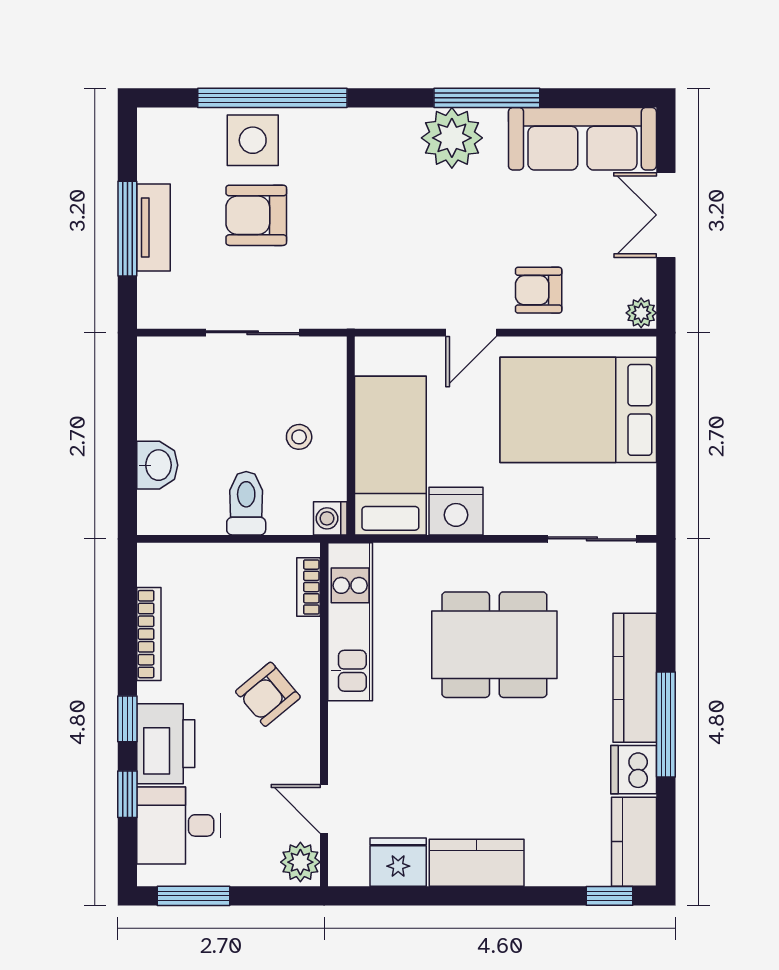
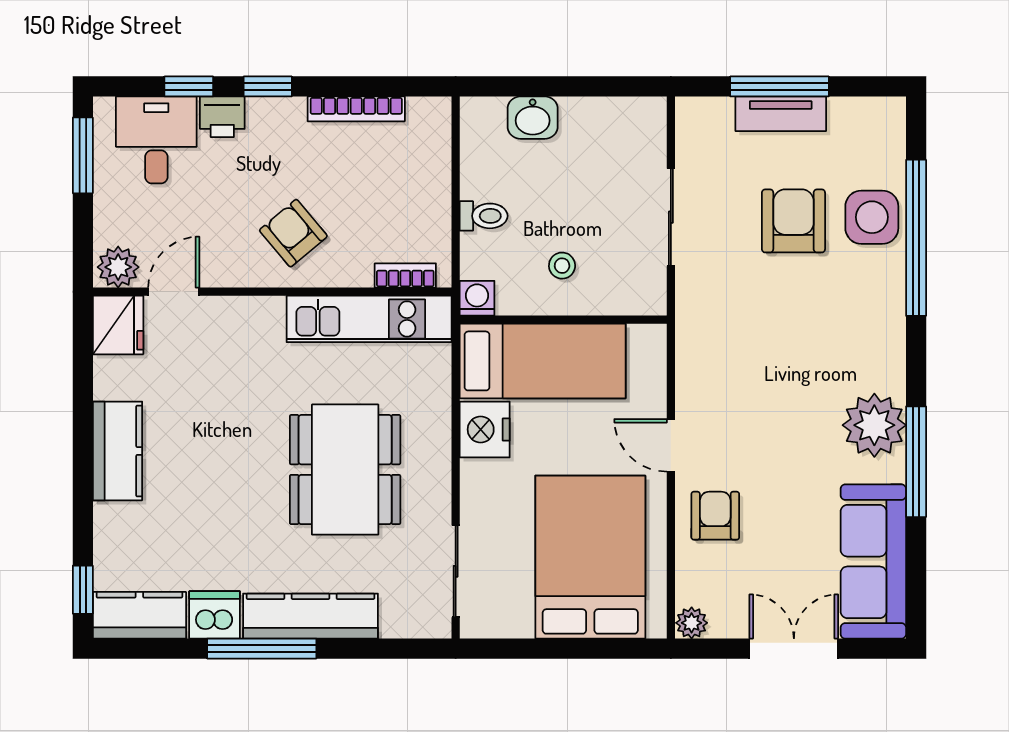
toilet: (246, 503) -> (484, 216), width x0.73, depth x0.72
printer: (166, 744) -> (222, 117), width x0.53, depth x0.68
fridge: (398, 862) -> (118, 325), moved

